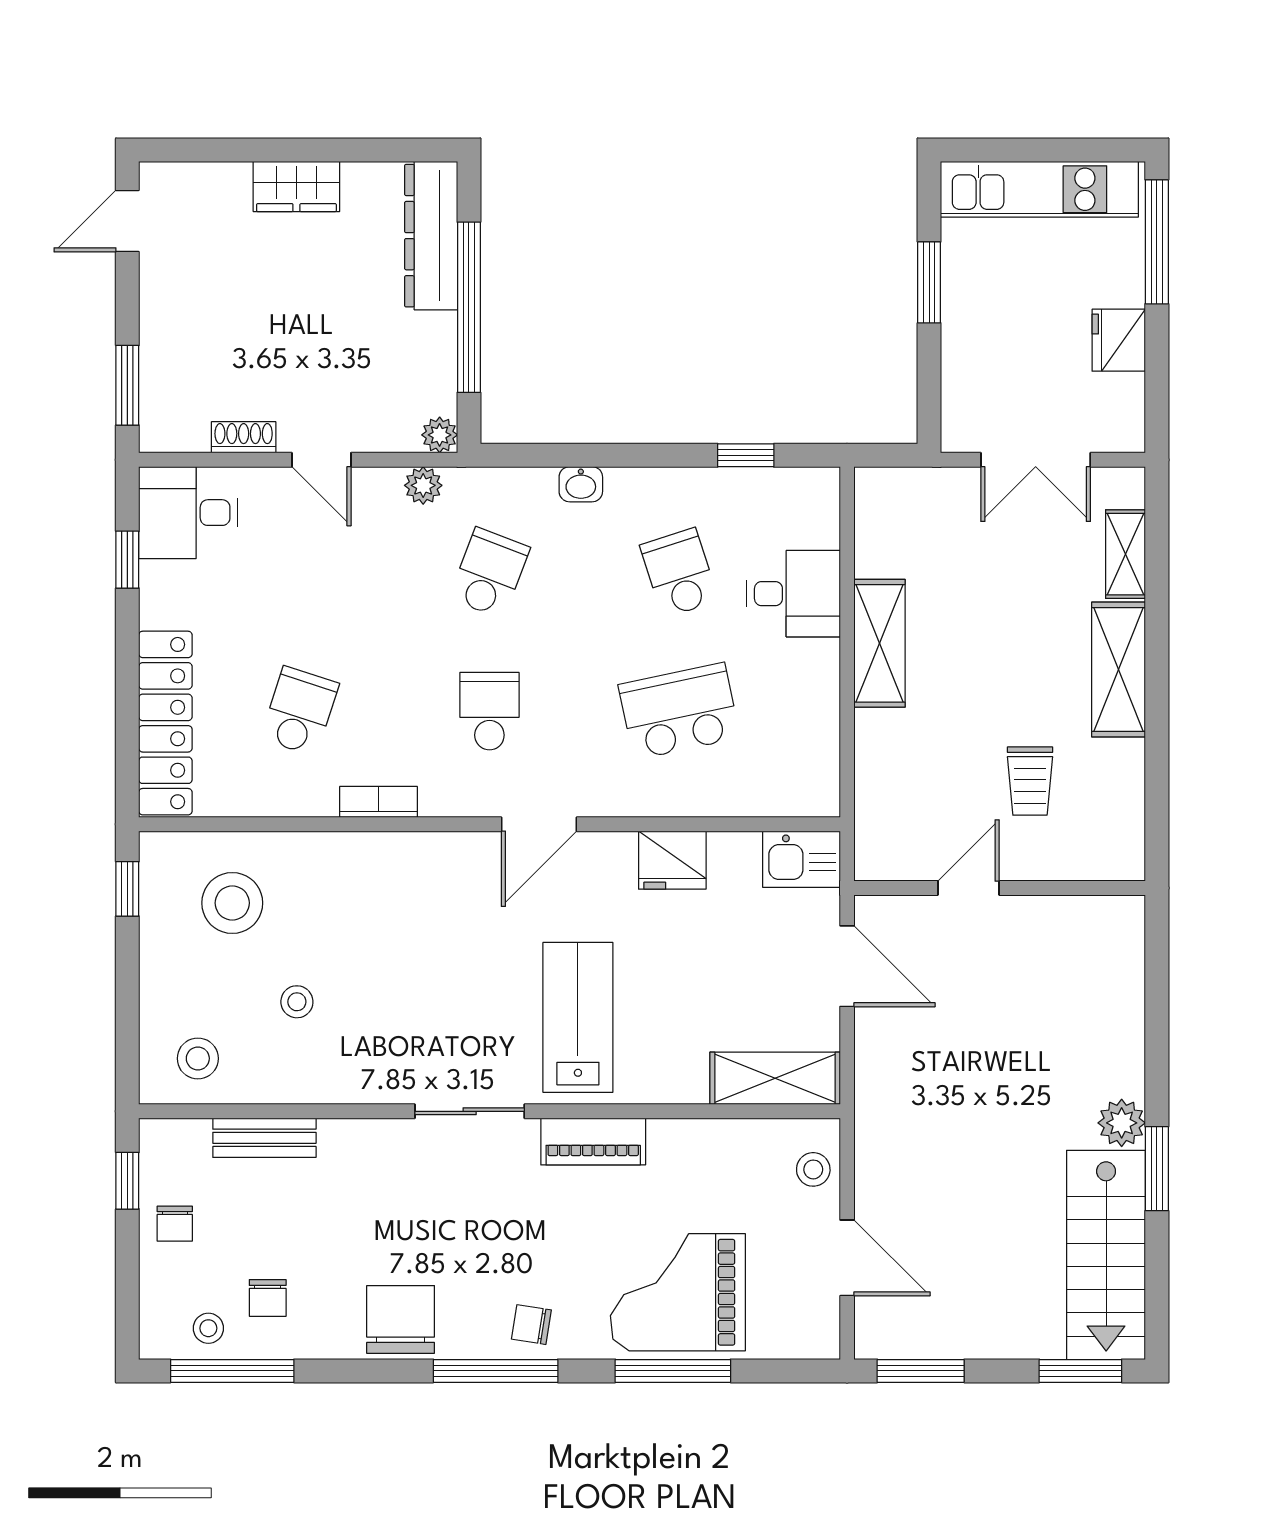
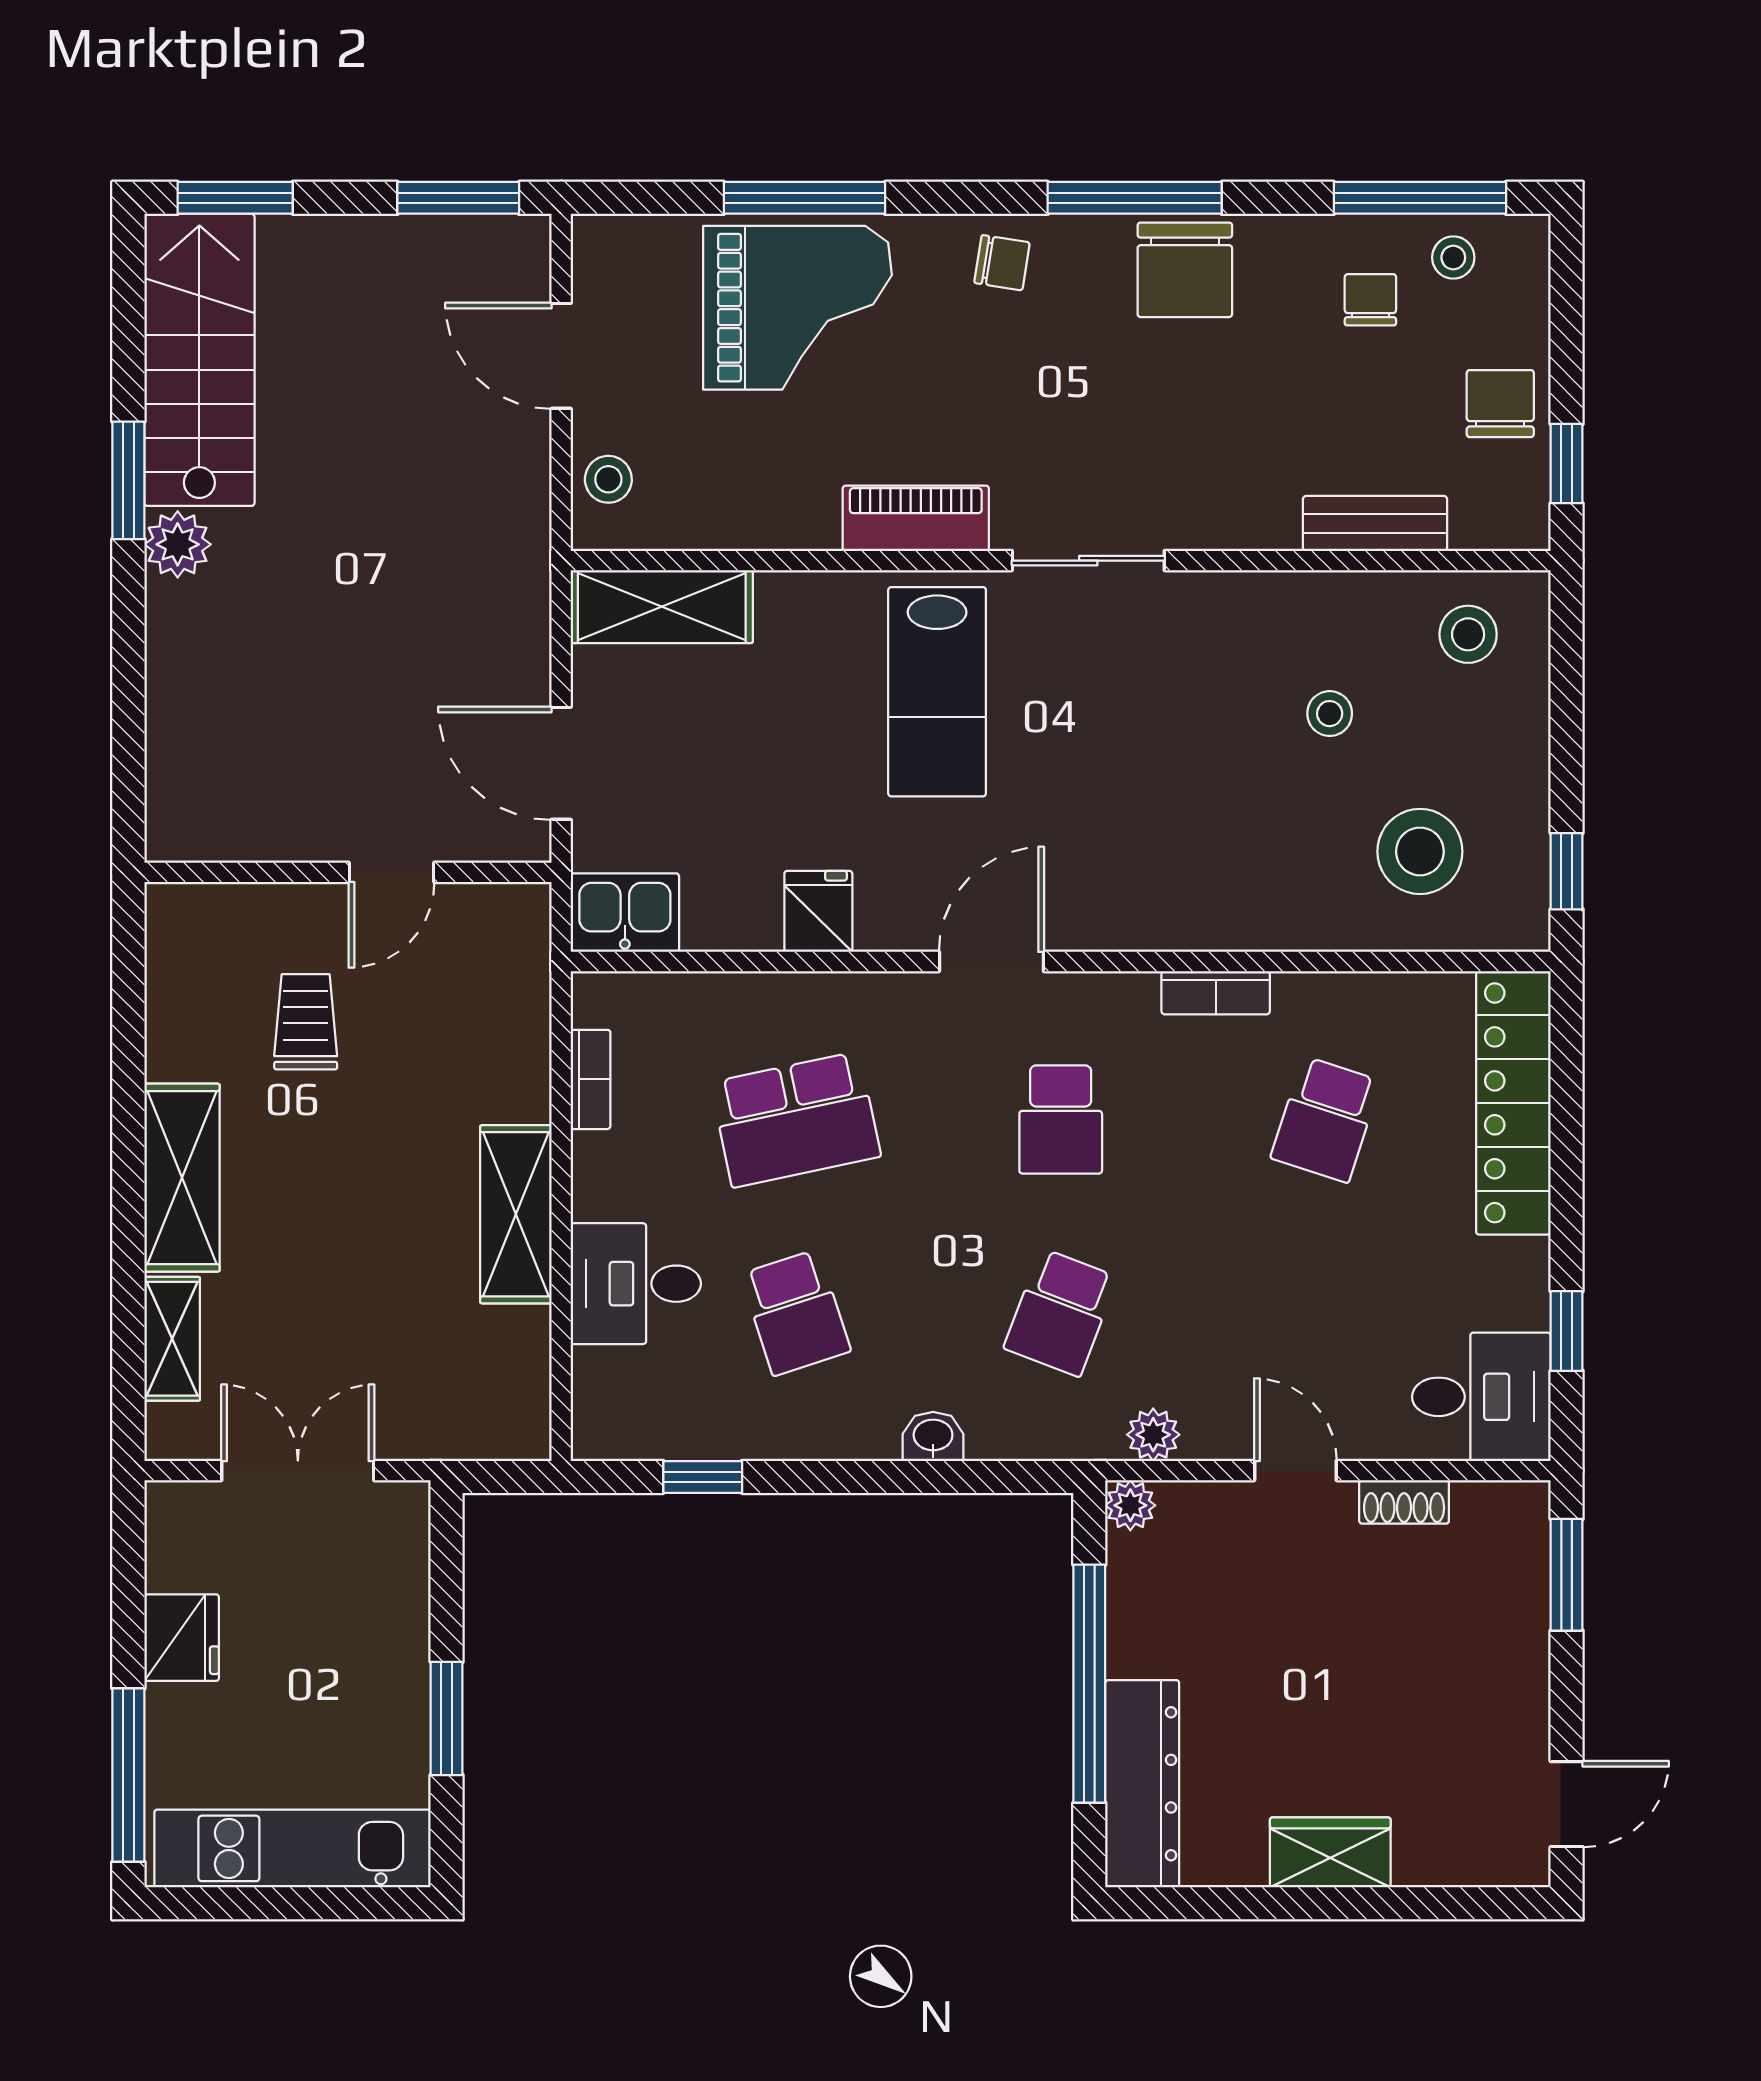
bookcase: (826, 740) -> (591, 1079), added
fridge: (672, 860) -> (818, 911), width x0.72
chair: (175, 1224) -> (1500, 404), width x1.37, depth x1.37
window: (496, 1371) -> (1135, 198), moved

